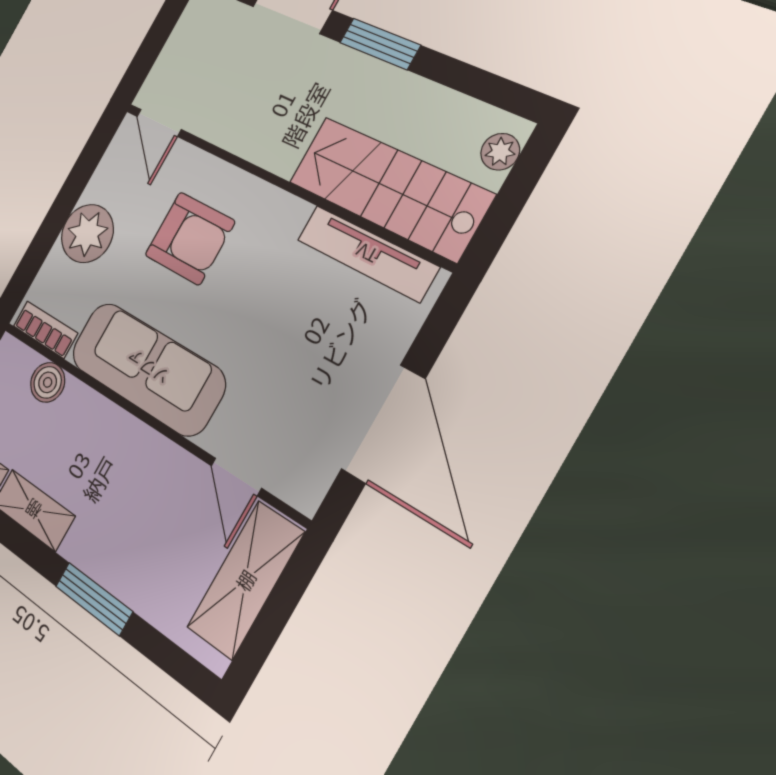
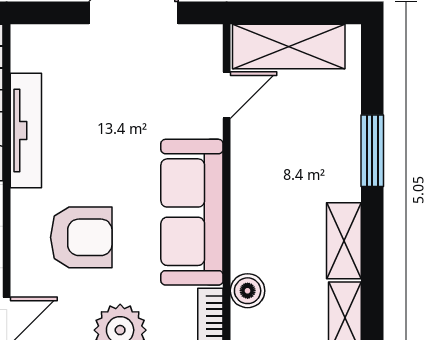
armchair: (190, 238) -> (81, 237), turned 90
tv unit: (367, 253) -> (26, 130), moved

